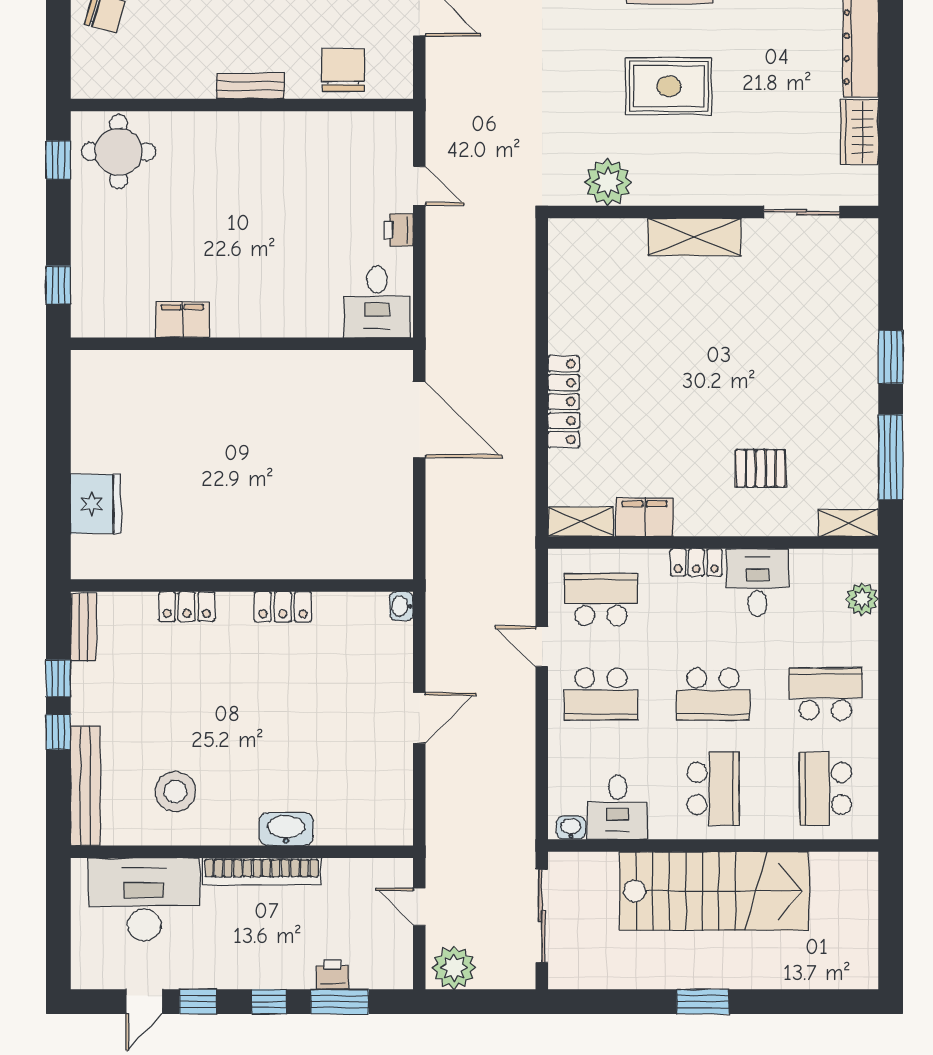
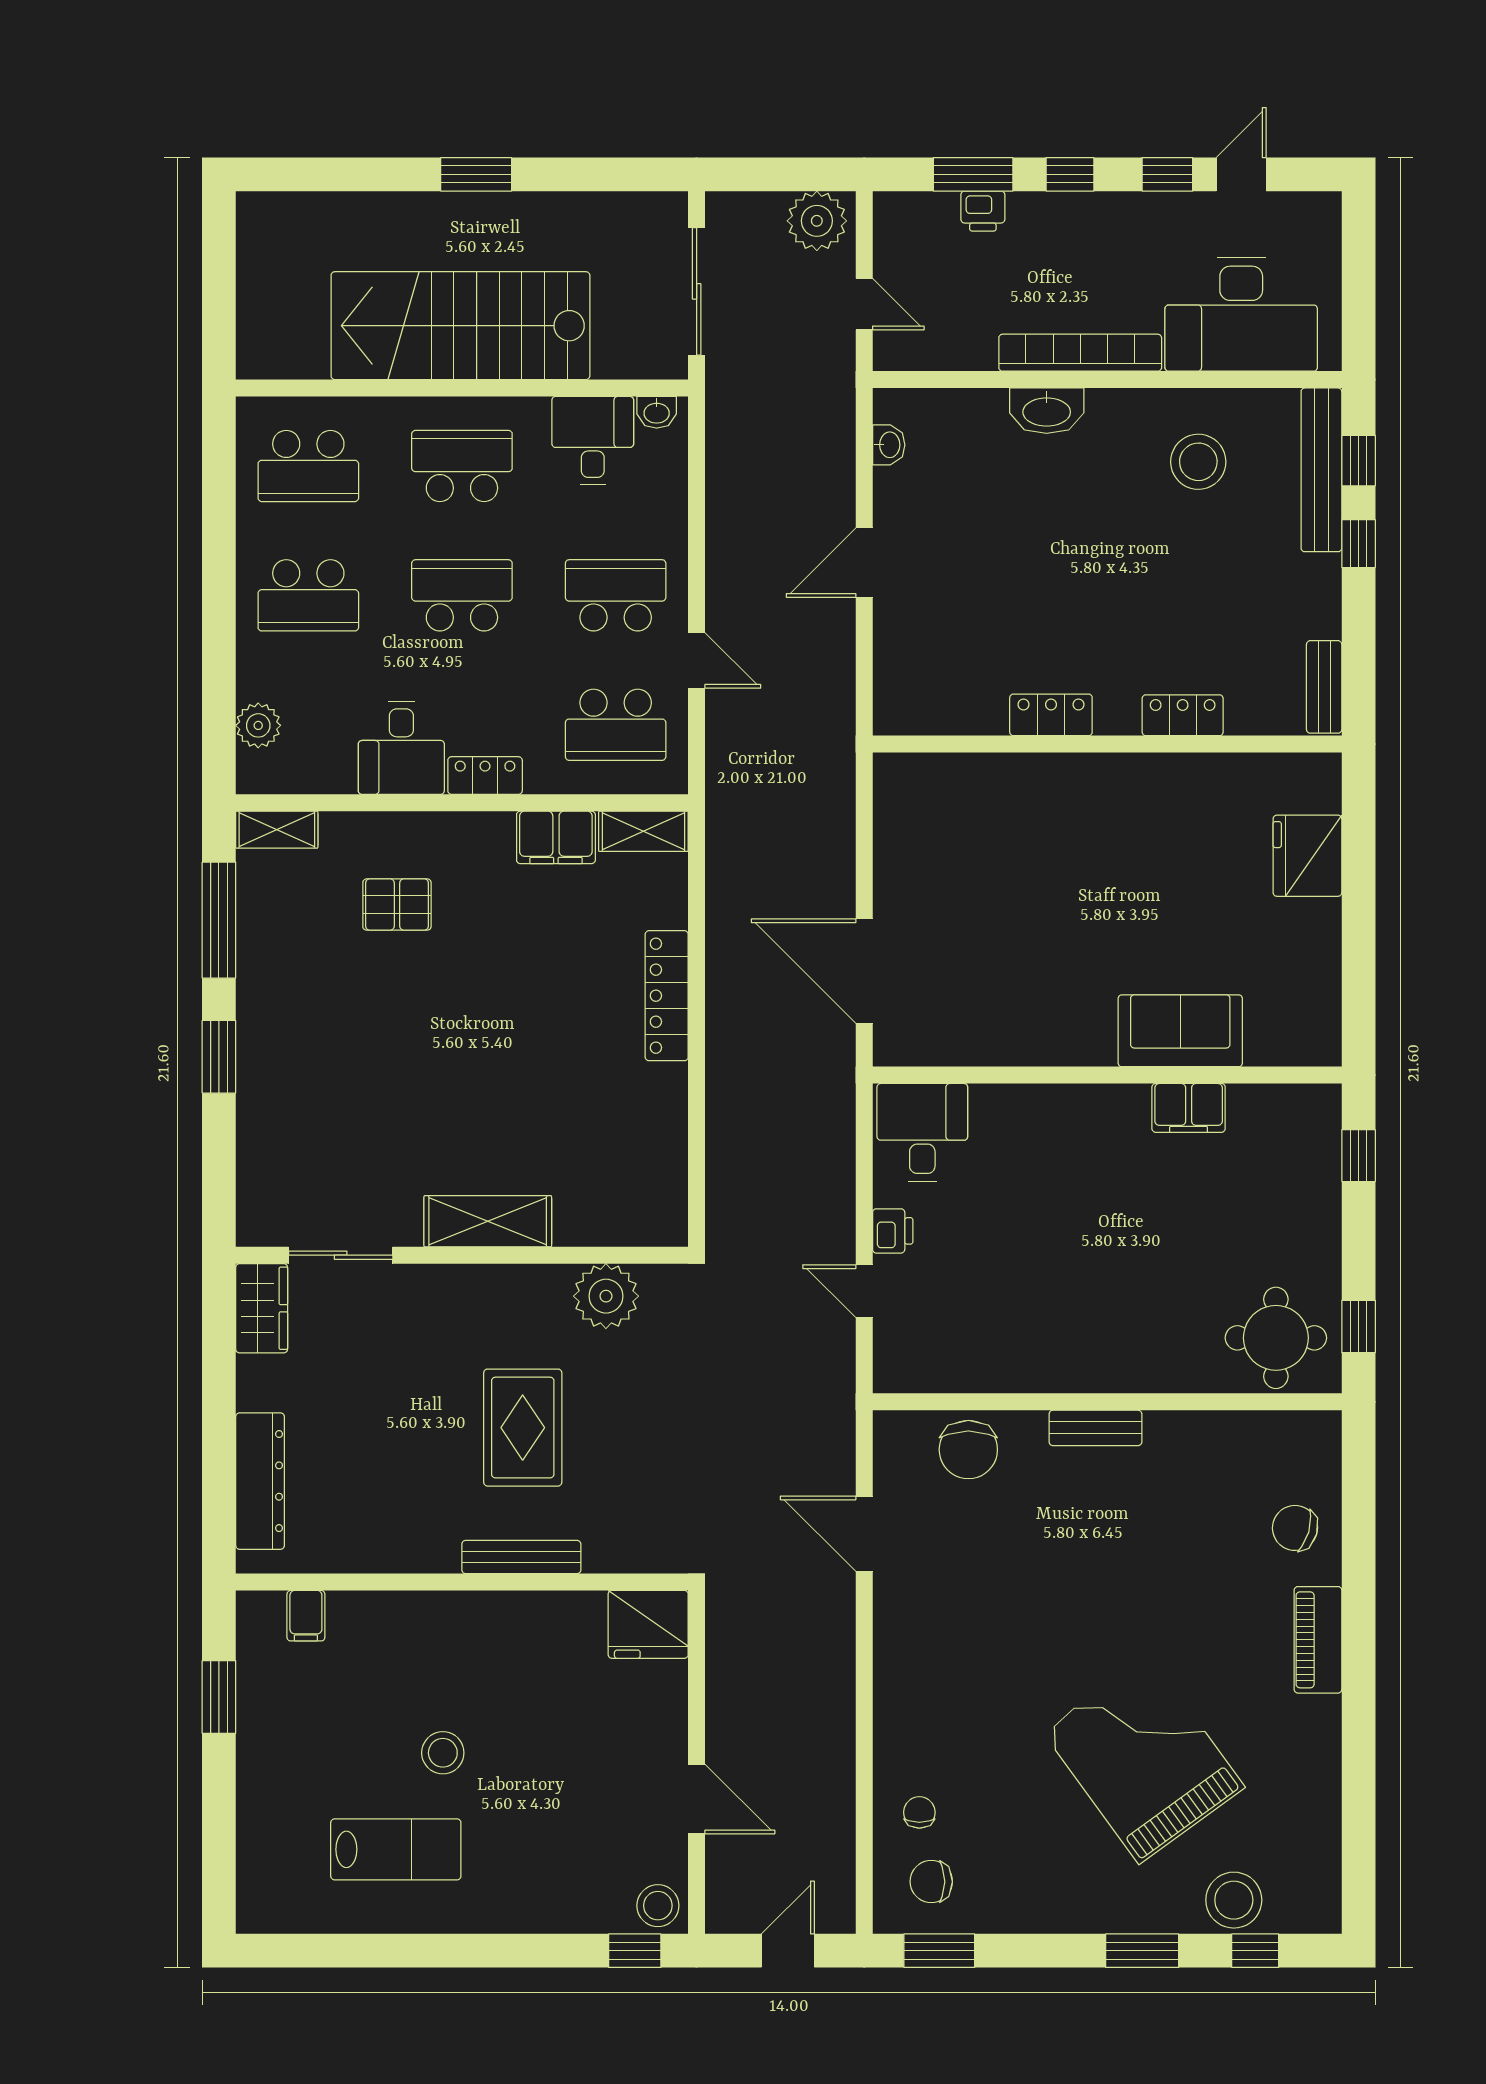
rug: (669, 86) -> (523, 1428), turned 90
wardrobe: (859, 132) -> (262, 1308), moved
sofa: (188, 376) -> (1180, 1031), added
washbasin: (401, 606) -> (889, 445), moved
window: (58, 678) -> (1359, 461), moved
school desk: (713, 789) -> (462, 466), turned 90
school desk: (825, 789) -> (308, 466), turned 90

